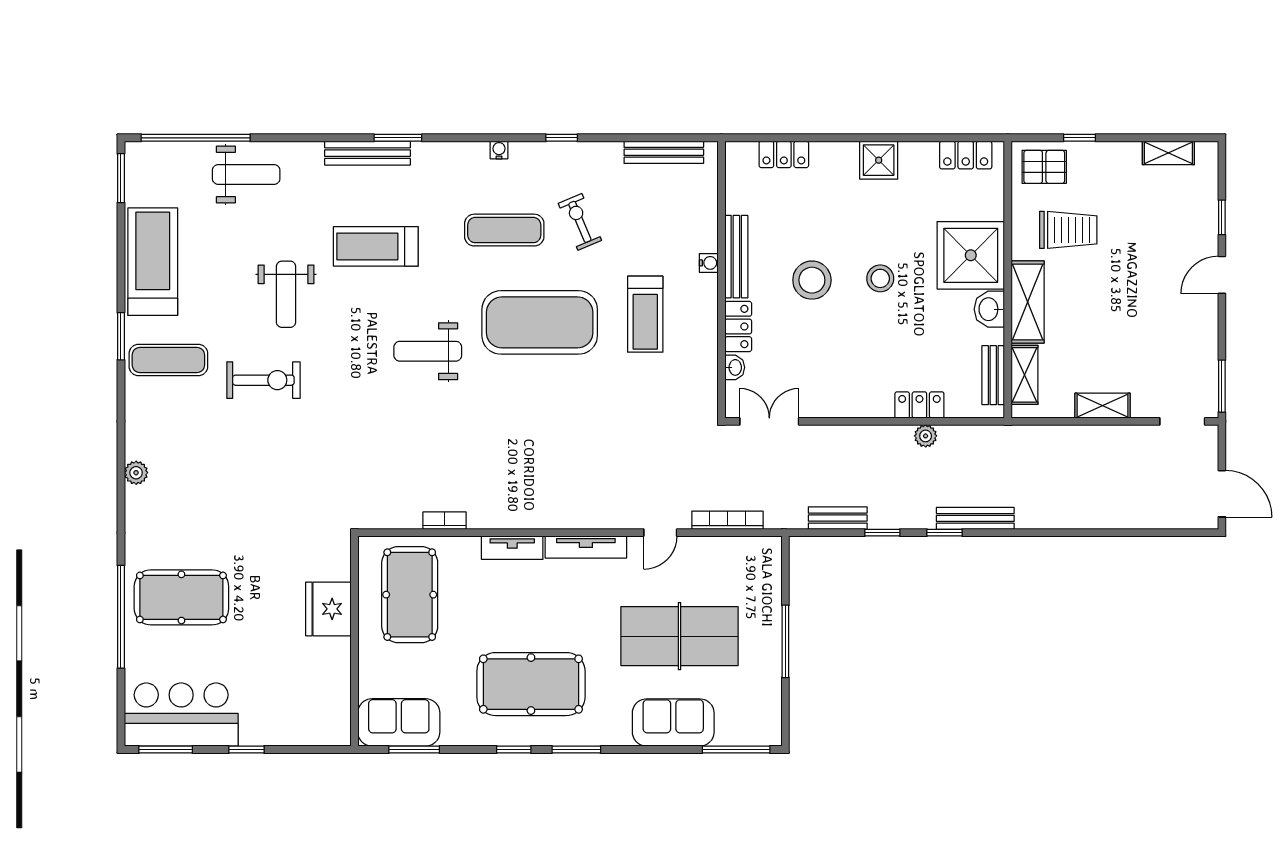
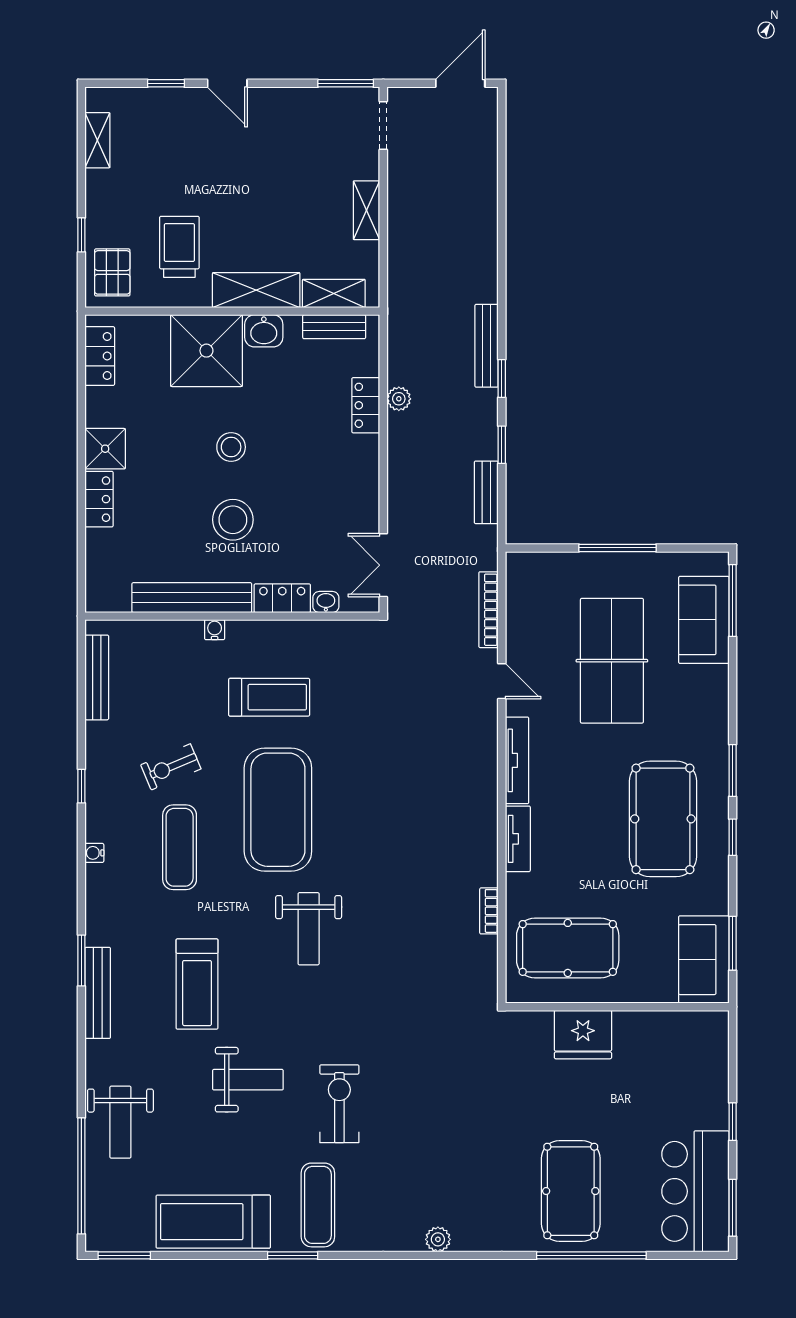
locker: (784, 154) -> (99, 499), moved
weight bench: (246, 174) -> (120, 1122), turned 180
bench: (736, 257) -> (192, 598), width x1.37, depth x1.21
sofa: (673, 722) -> (704, 620), moved

